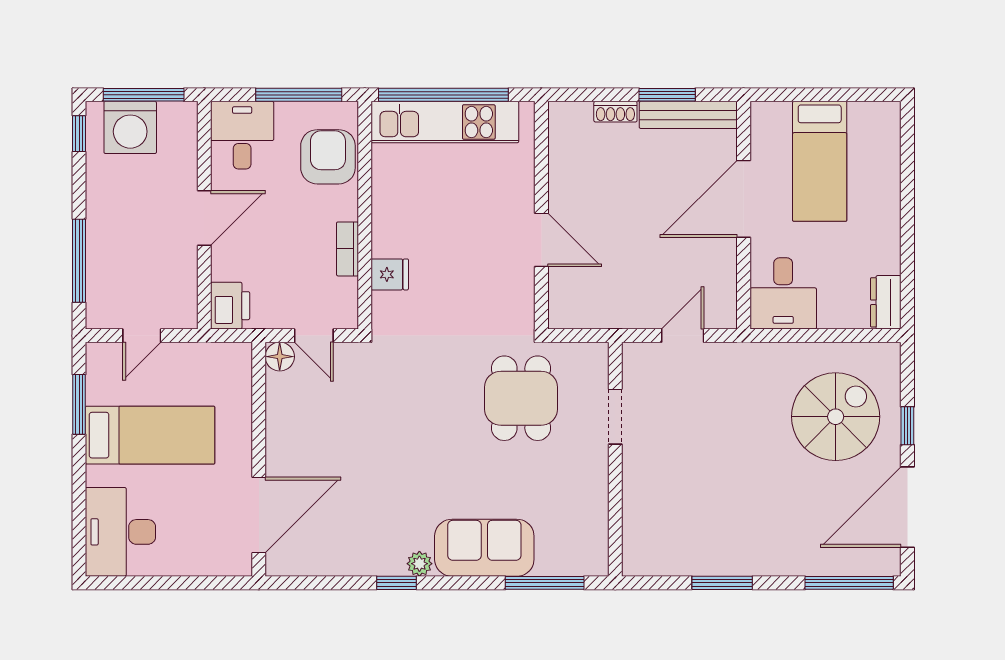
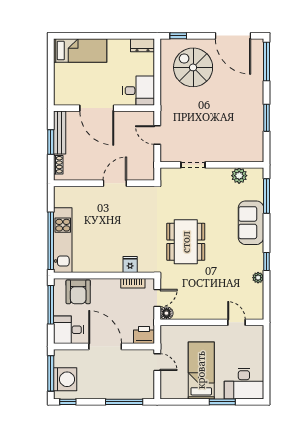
armchair: (328, 157) -> (78, 292), turned -90
bed: (820, 161) -> (80, 51), moved
wall: (541, 215) -> (104, 183), moved
door: (204, 218) -> (105, 347), width x1.36
door: (541, 240) -> (115, 183), moved
bookcase: (347, 249) -> (133, 283), moved
door: (142, 336) -> (157, 362), moved
dining table: (521, 398) -> (186, 242), moved, width x1.38
window: (79, 404) -> (222, 402), moved
window: (907, 426) -> (178, 36), moved
door: (259, 515) -> (237, 322), width x0.53
plant: (591, 521) -> (239, 176), added
plant: (419, 564) -> (258, 278), moved

